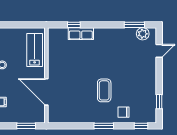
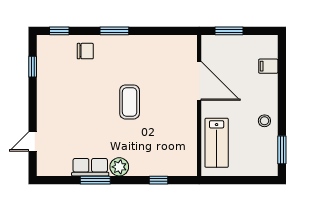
window: (134, 25) -> (95, 180), moved
row of seats: (81, 34) -> (90, 167), moved
plant: (143, 34) -> (119, 167), moved
coffee table: (104, 90) -> (130, 102), moved

